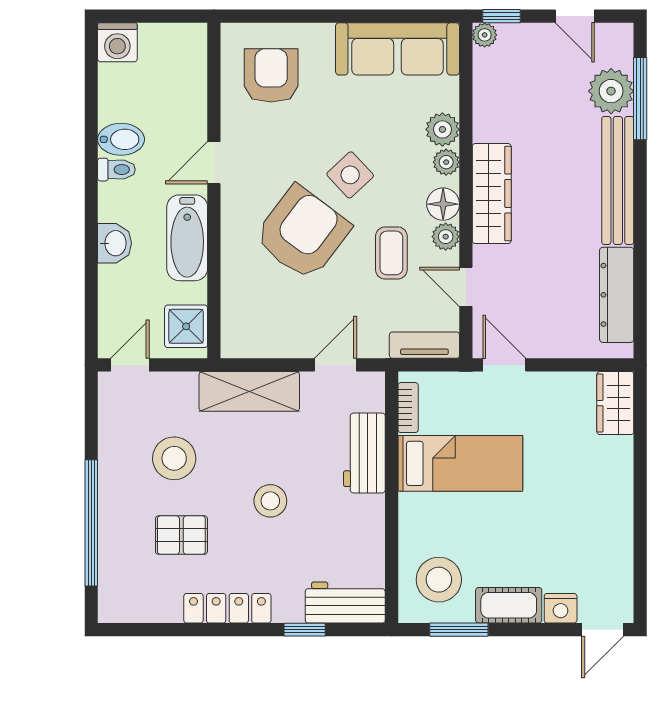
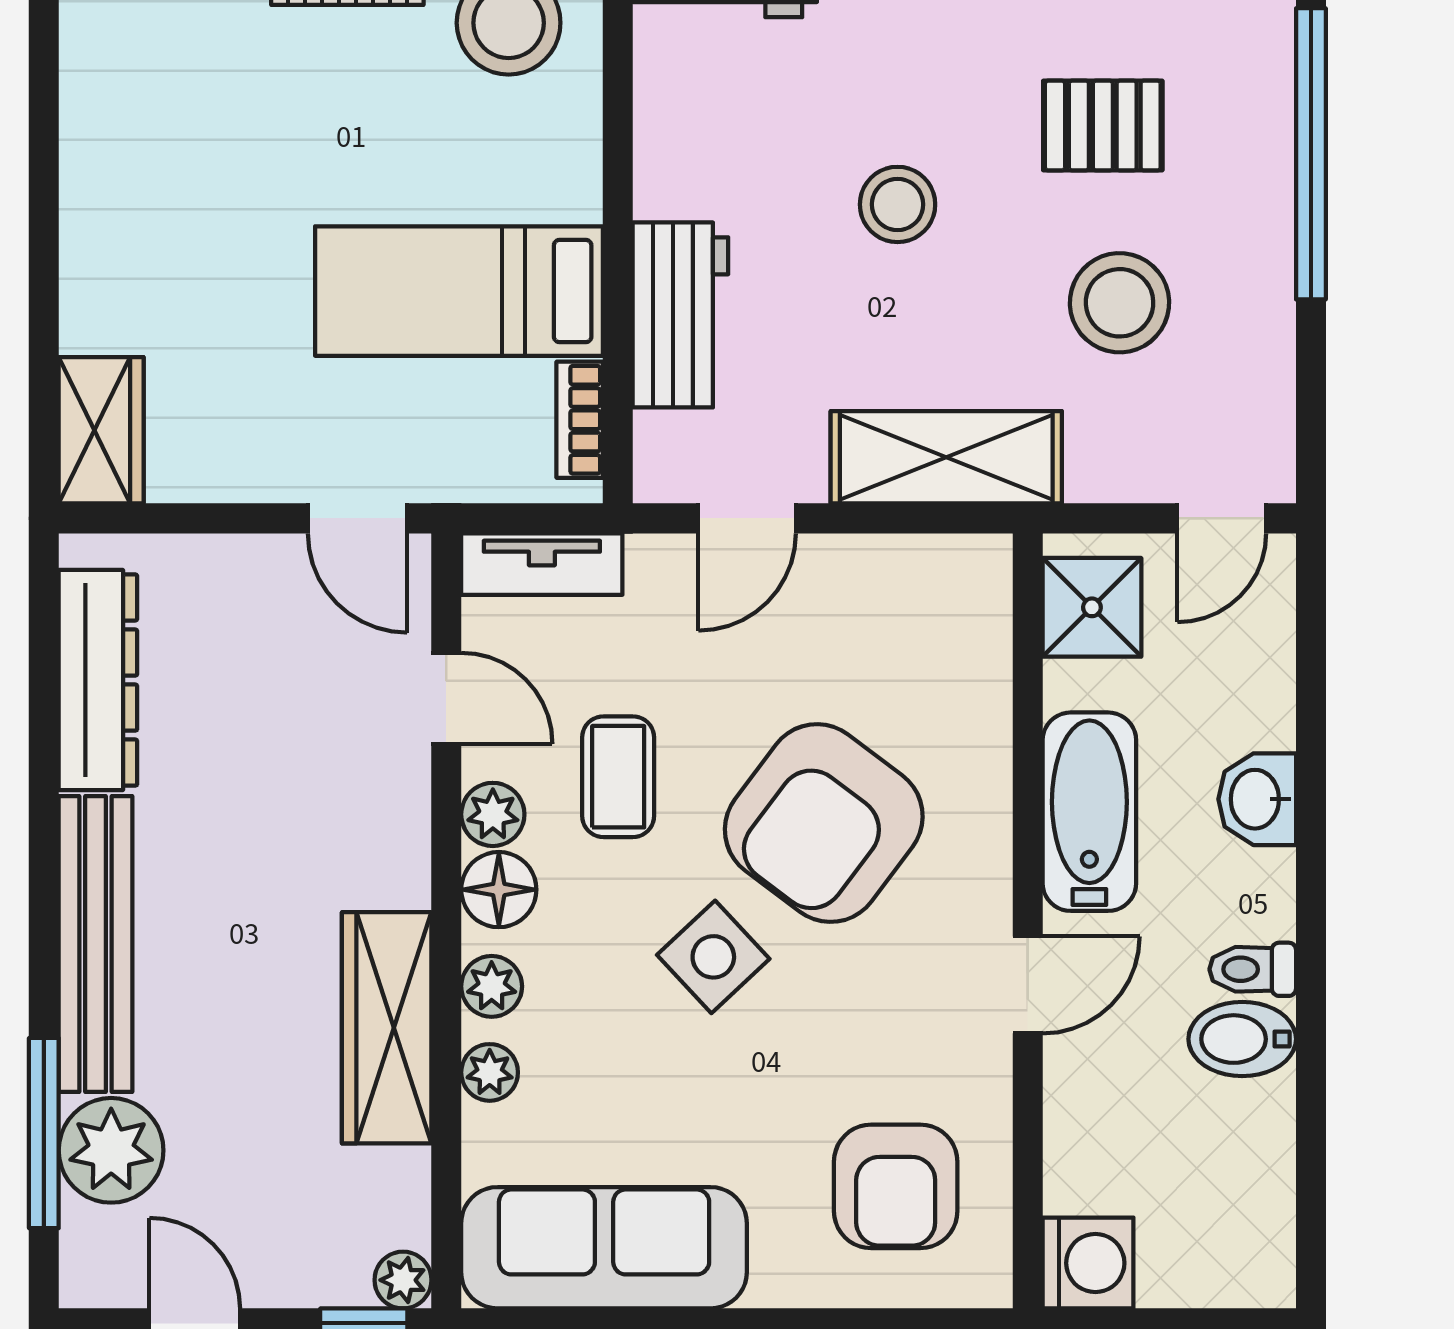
washing machine: (117, 42) -> (1088, 1263), moved, turned 90
plant: (442, 129) -> (490, 1072), width x0.73, depth x0.73
wardrobe: (492, 194) -> (387, 1028), moved

